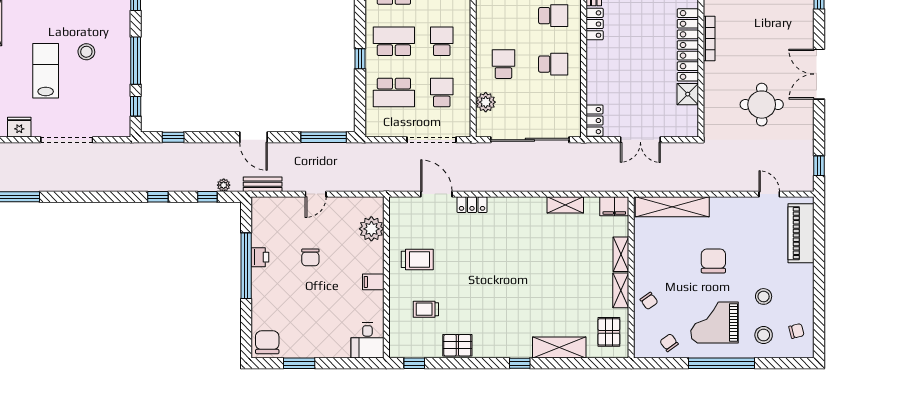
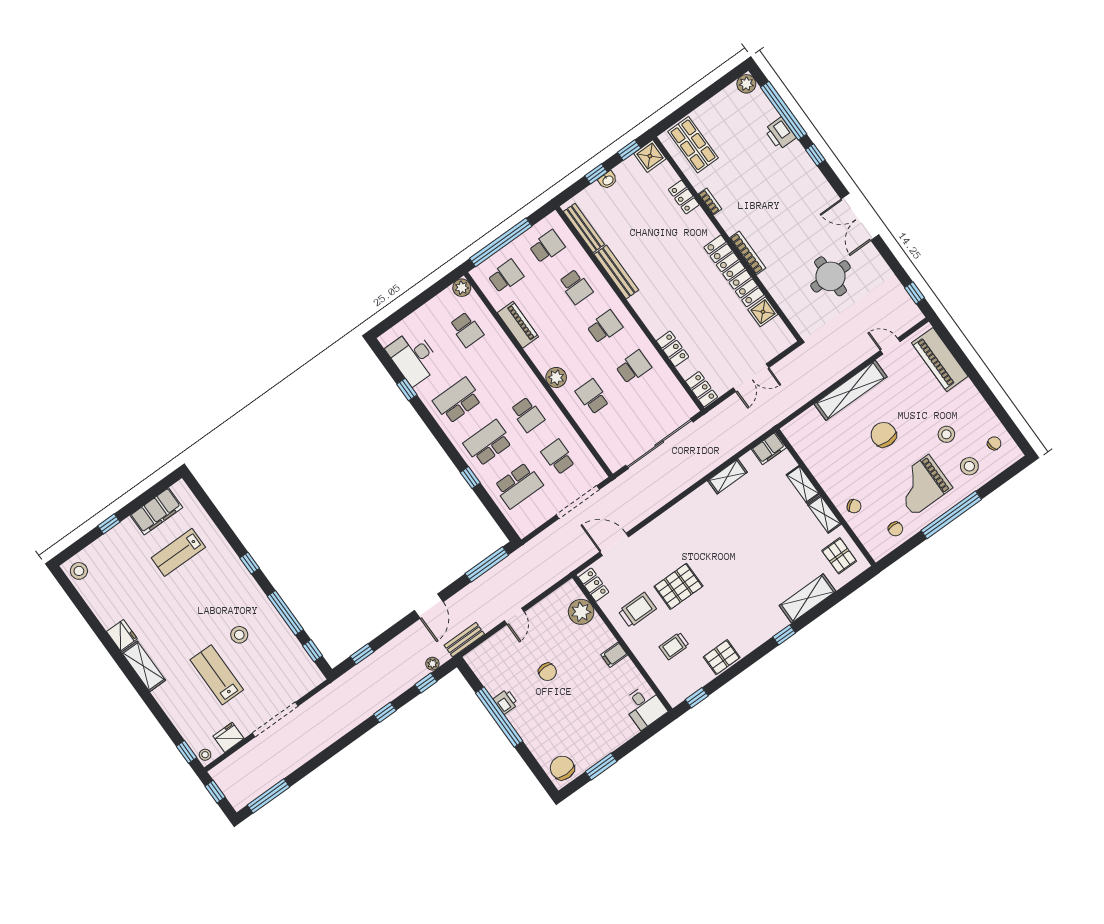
locker: (595, 24) -> (673, 349), moved
school desk: (442, 41) -> (528, 414), turned 180
plant: (486, 102) -> (556, 377), moved
door: (254, 137) -> (429, 606), hinge flipped
locker: (472, 205) -> (594, 585), moved, turned -90
shelving: (672, 207) -> (851, 390), moved
pallet: (463, 264) -> (678, 586), added
chair: (669, 343) -> (896, 529), turned -144

